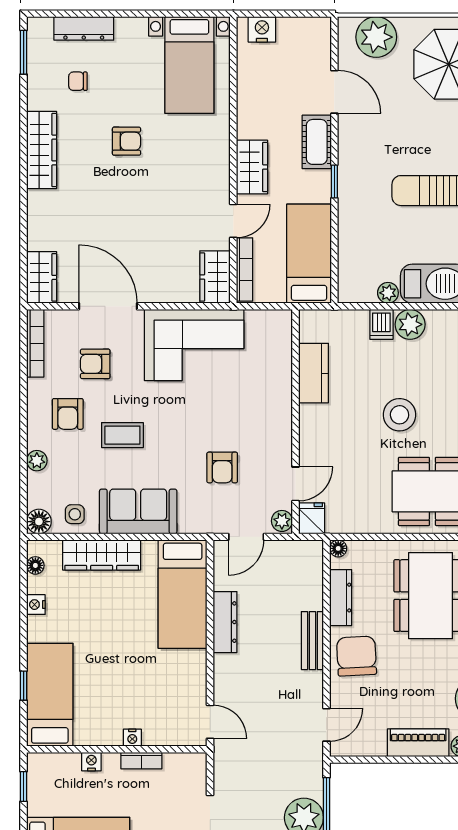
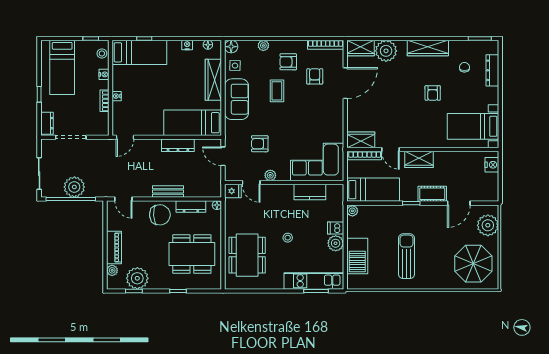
plant: (47, 229) -> (386, 51), added
plant: (388, 293) -> (352, 211), moved
corner sofa: (194, 345) -> (317, 162), moved, turned 90
stool: (400, 415) -> (288, 238), width x0.53, depth x0.53
plant: (282, 521) -> (270, 175), moved
stool: (52, 766) -> (102, 54), added

